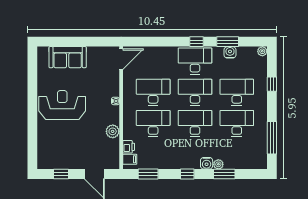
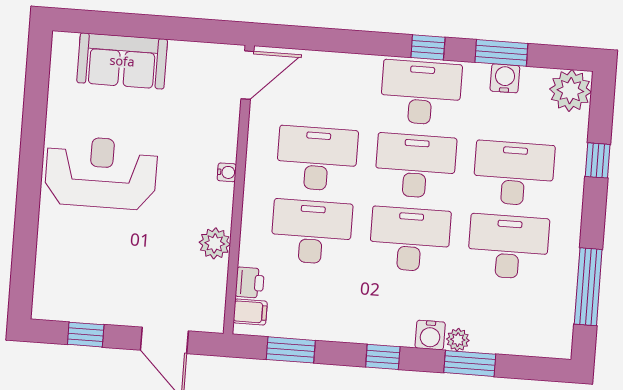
plant: (262, 51) -> (570, 91), width x1.87, depth x1.87

